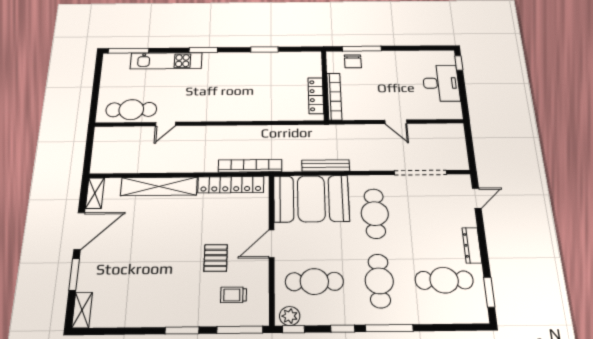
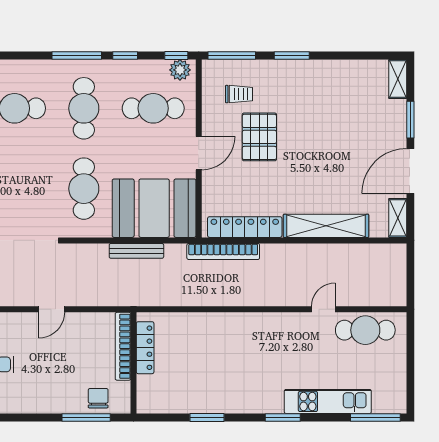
door: (396, 122) -> (52, 309), swing flipped
pallet: (216, 258) -> (259, 137), width x1.50, depth x1.42

